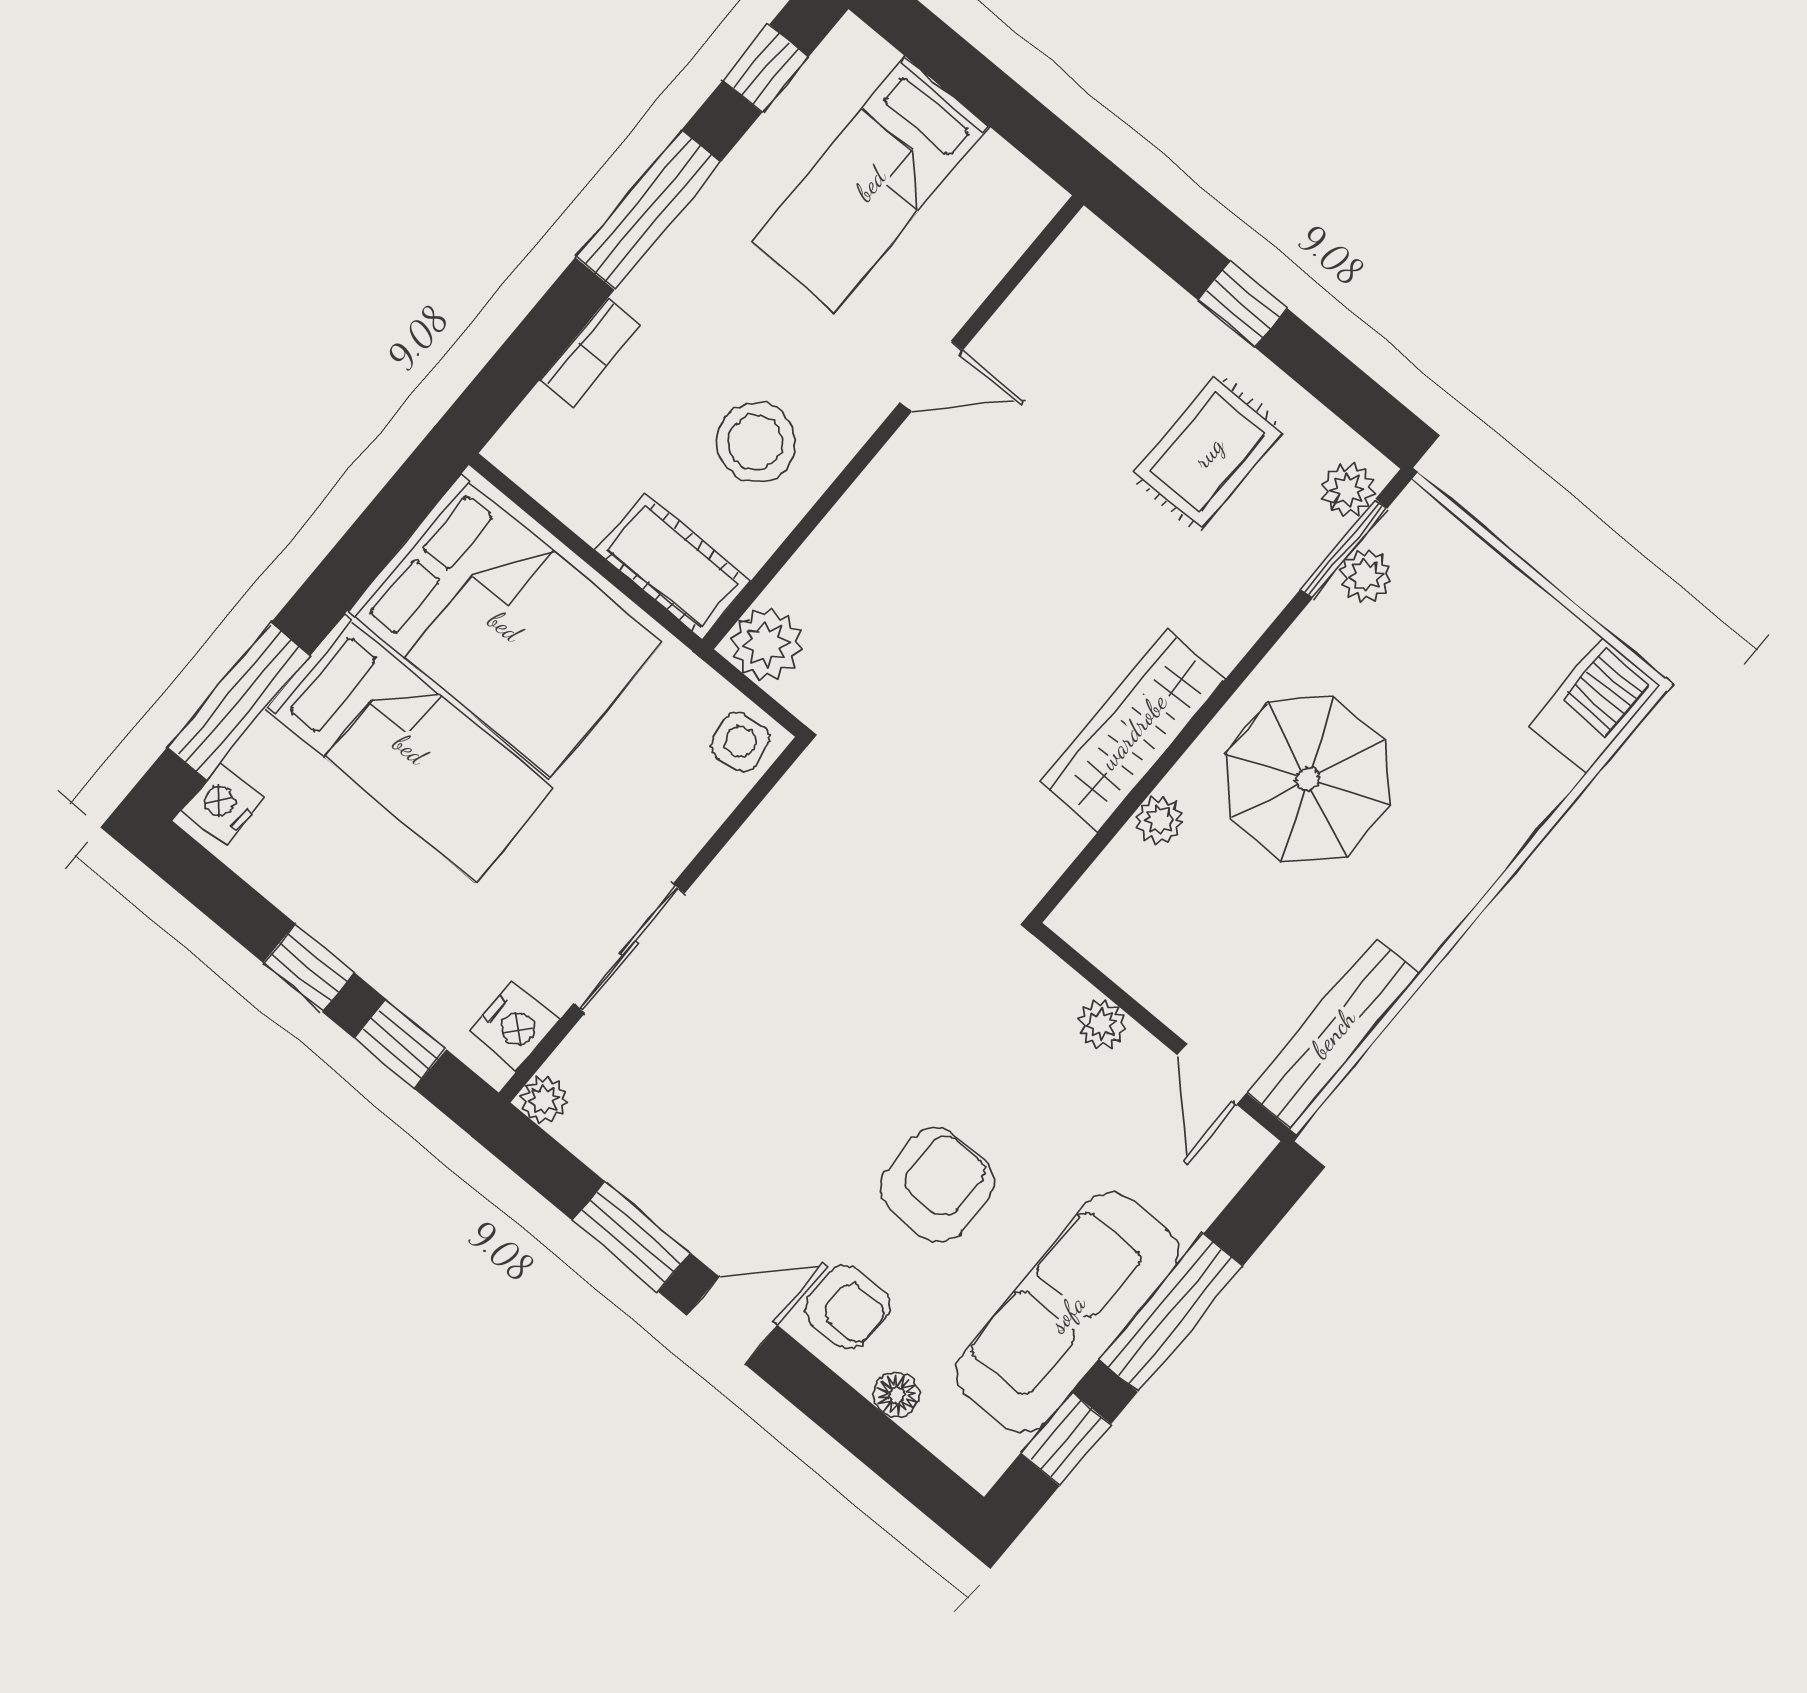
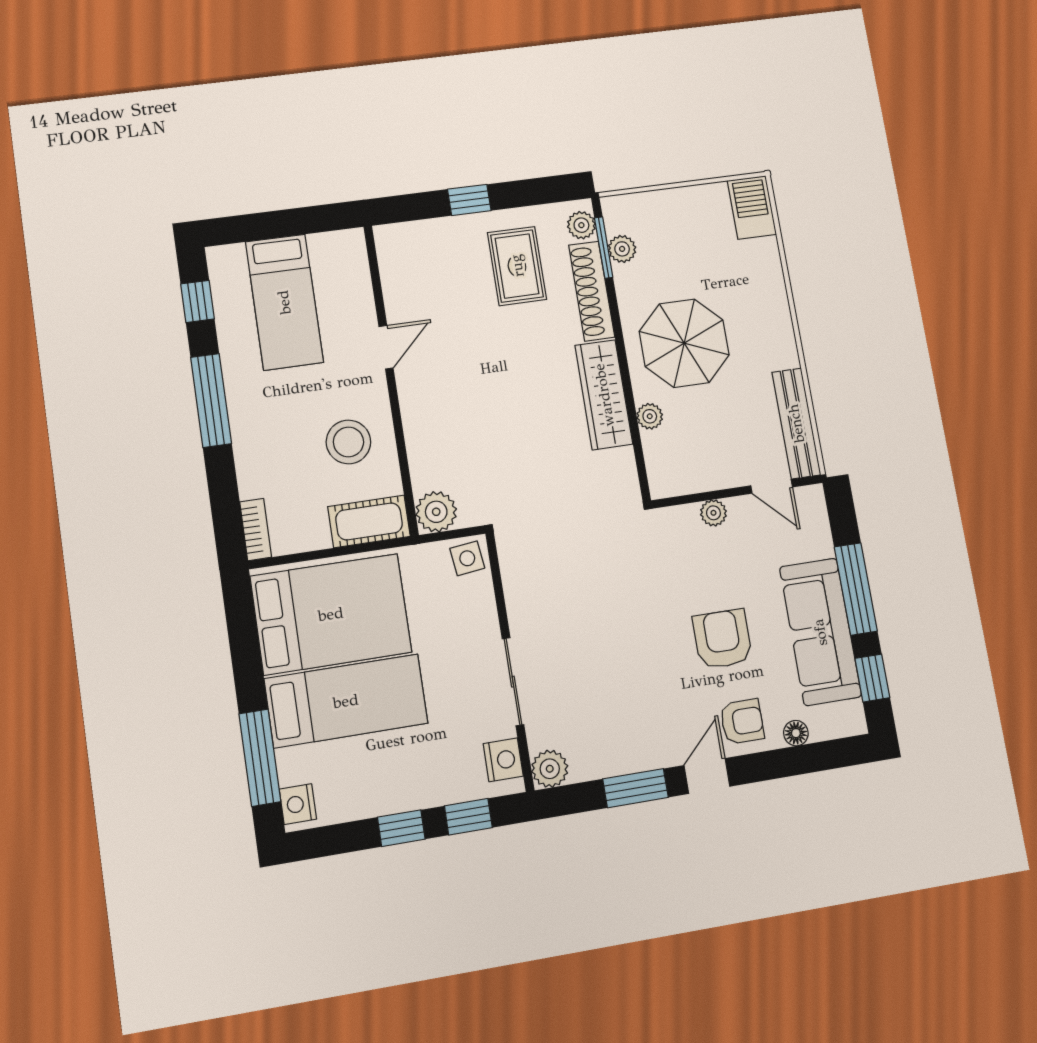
bookcase: (590, 352) -> (256, 530), moved
shoe rack: (1266, 586) -> (592, 291), added
plant: (544, 1099) -> (550, 769), width x1.38, depth x1.38

